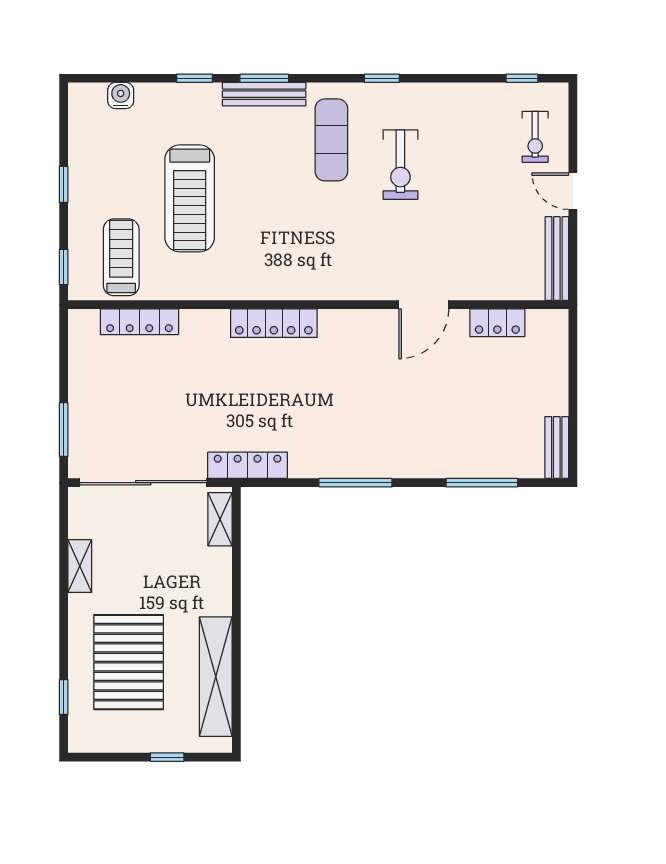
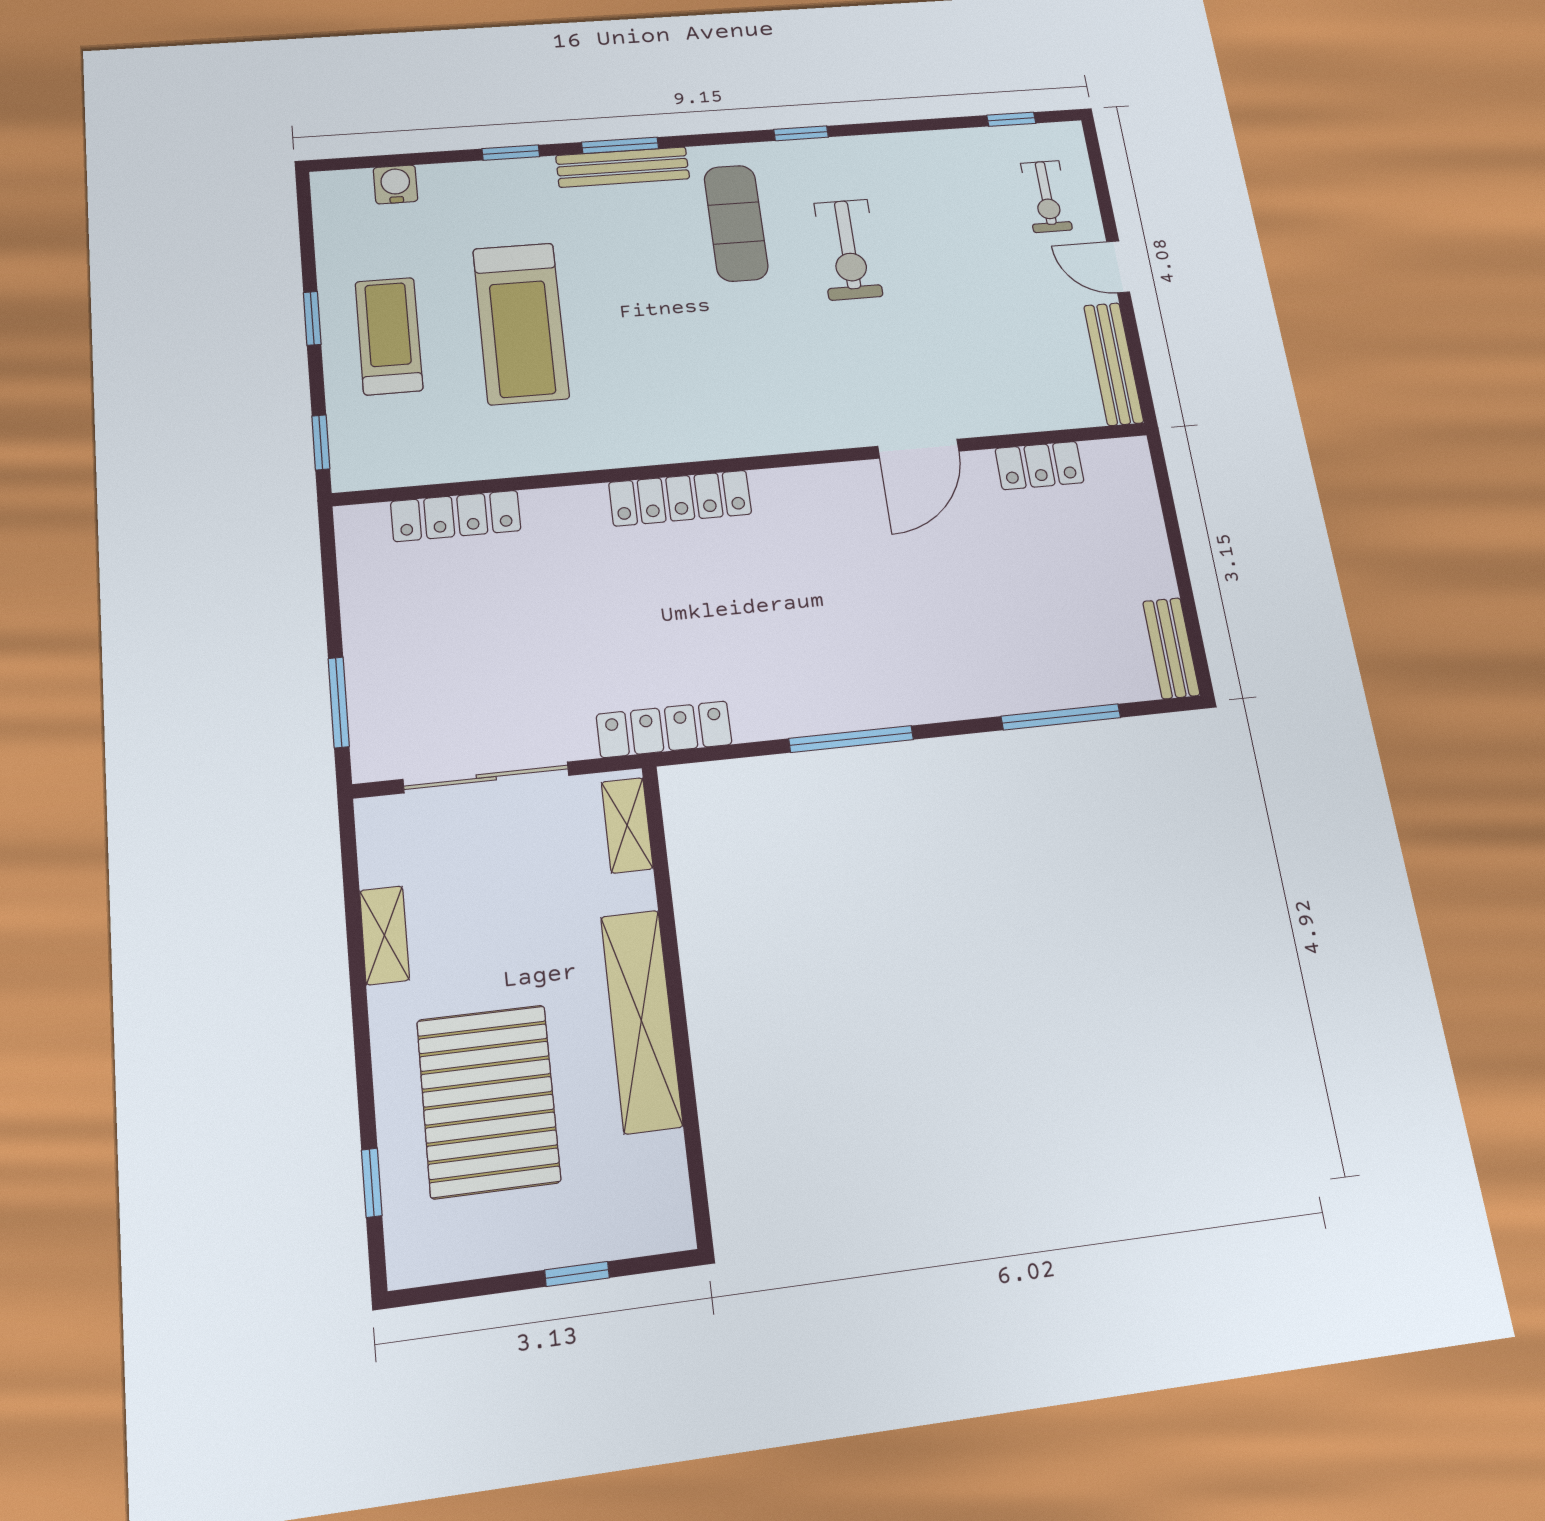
treadmill: (121, 257) -> (389, 336), moved
sliding door: (143, 483) -> (486, 777), width x0.73
shelving: (216, 677) -> (641, 1021), moved

